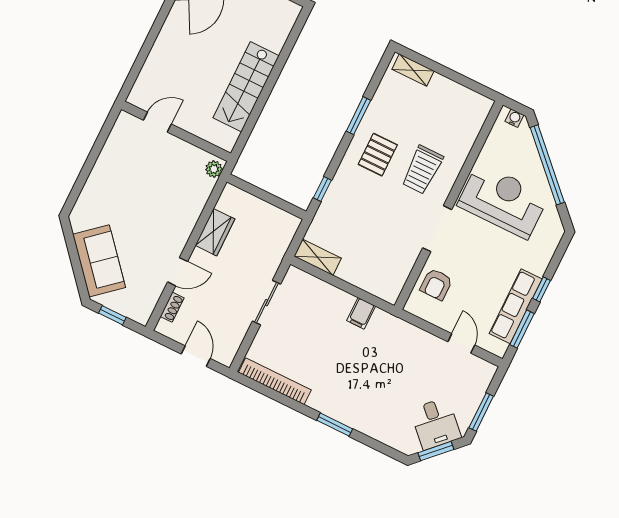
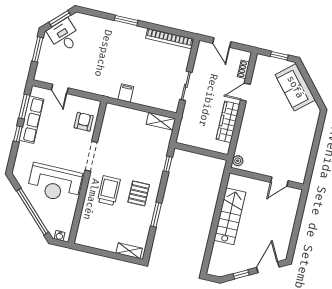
wardrobe: (215, 232) -> (228, 122), width x1.50

